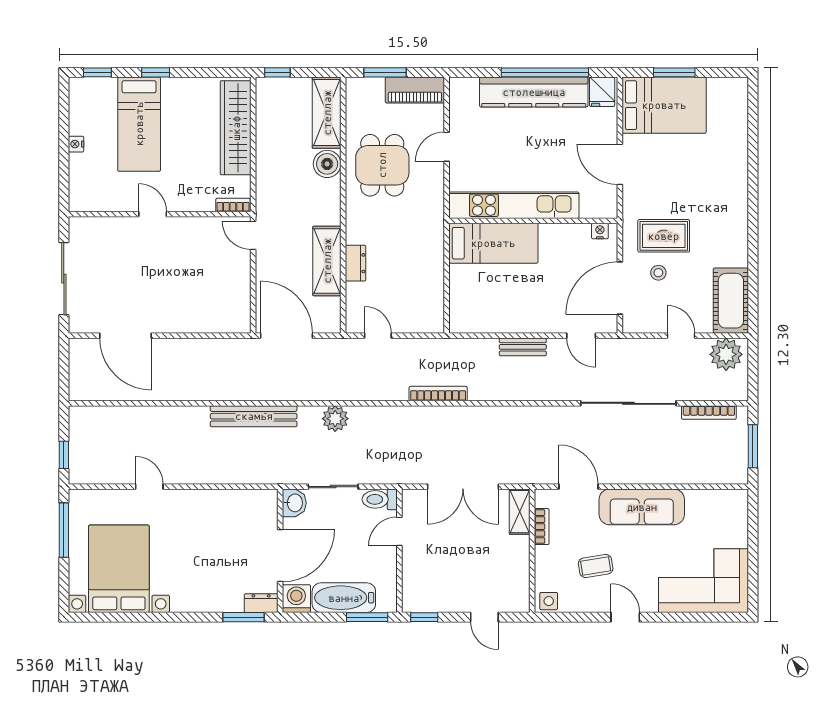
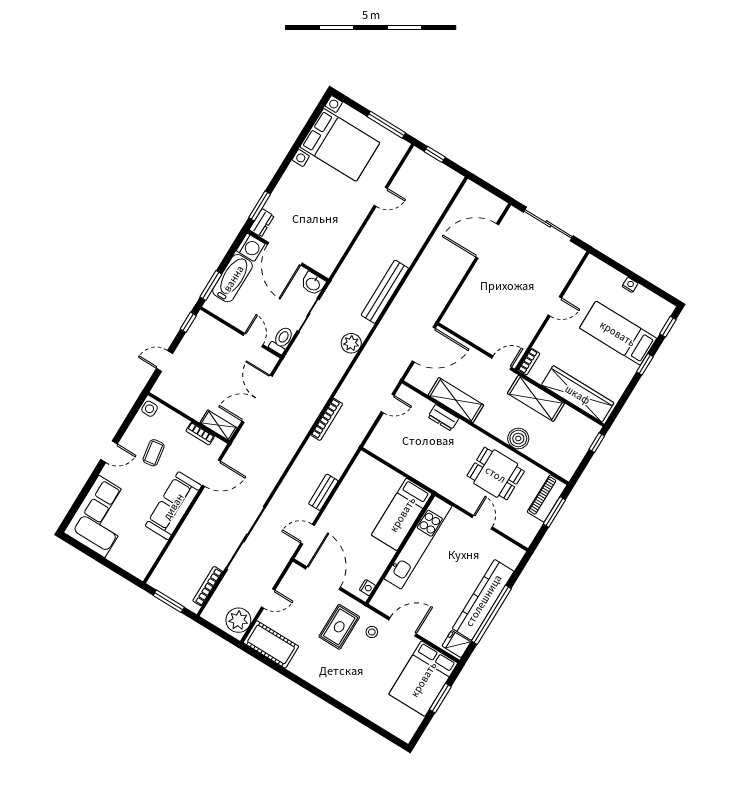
piano: (415, 90) -> (547, 498), moved
shelving: (327, 113) -> (536, 398), moved
stool: (658, 273) -> (372, 632), moved

